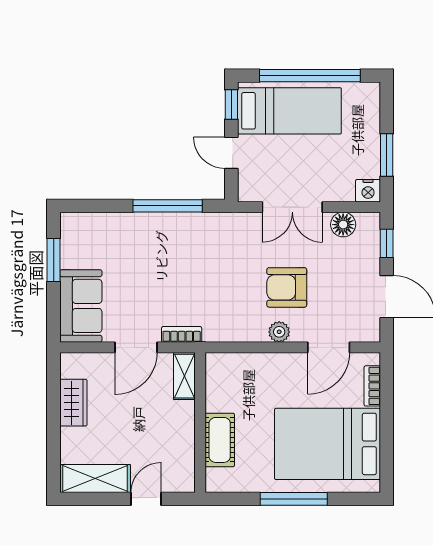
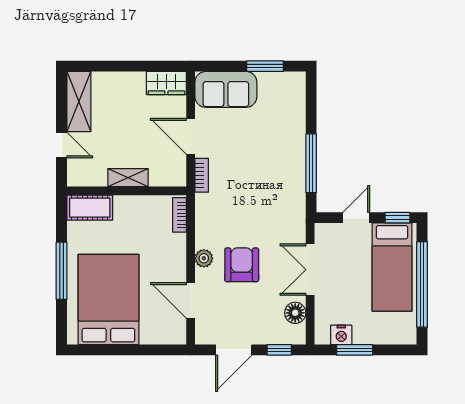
nightstand: (368, 191) -> (341, 335), moved, turned -90
shelving: (184, 376) -> (128, 178), moved
bookcase: (372, 386) -> (179, 215), moved, turned -90
wardrobe: (73, 403) -> (166, 83), moved
cot: (220, 440) -> (90, 208), moved

